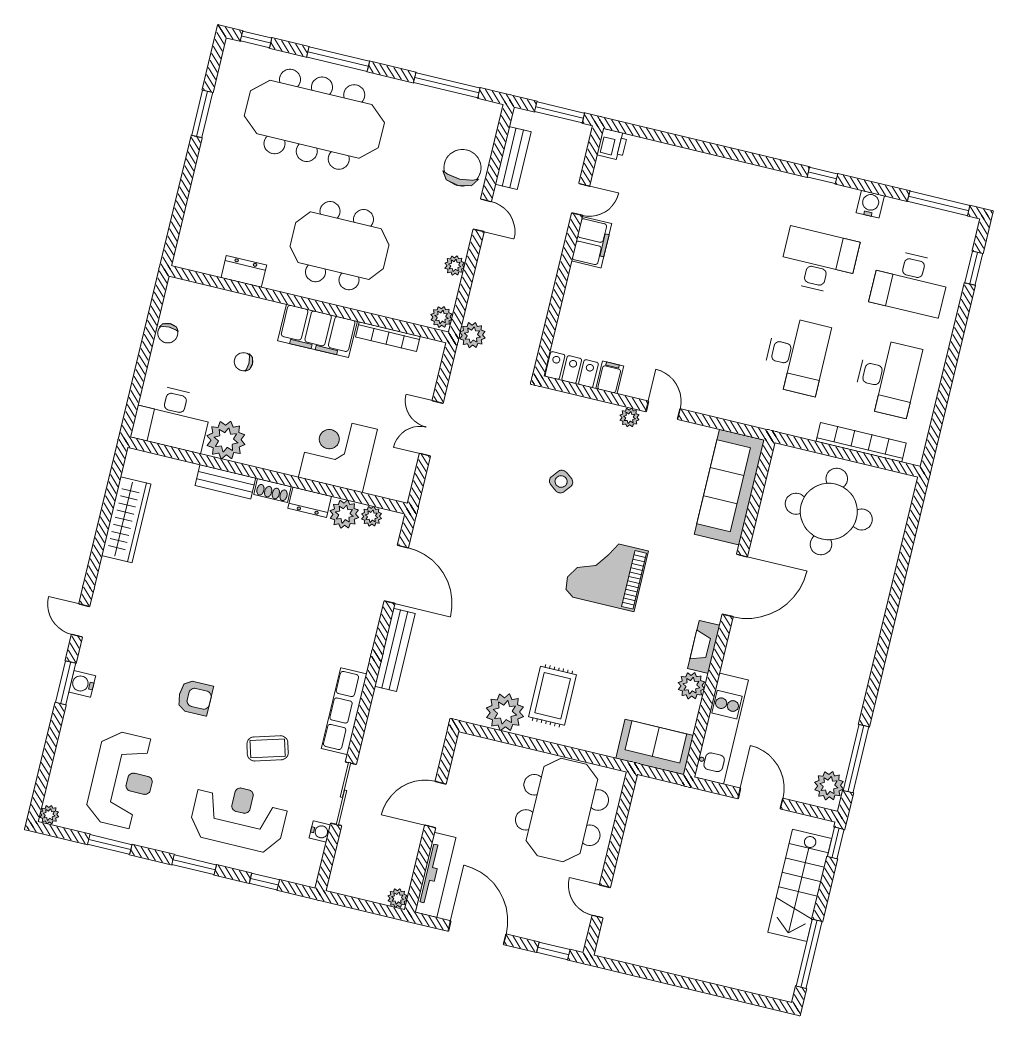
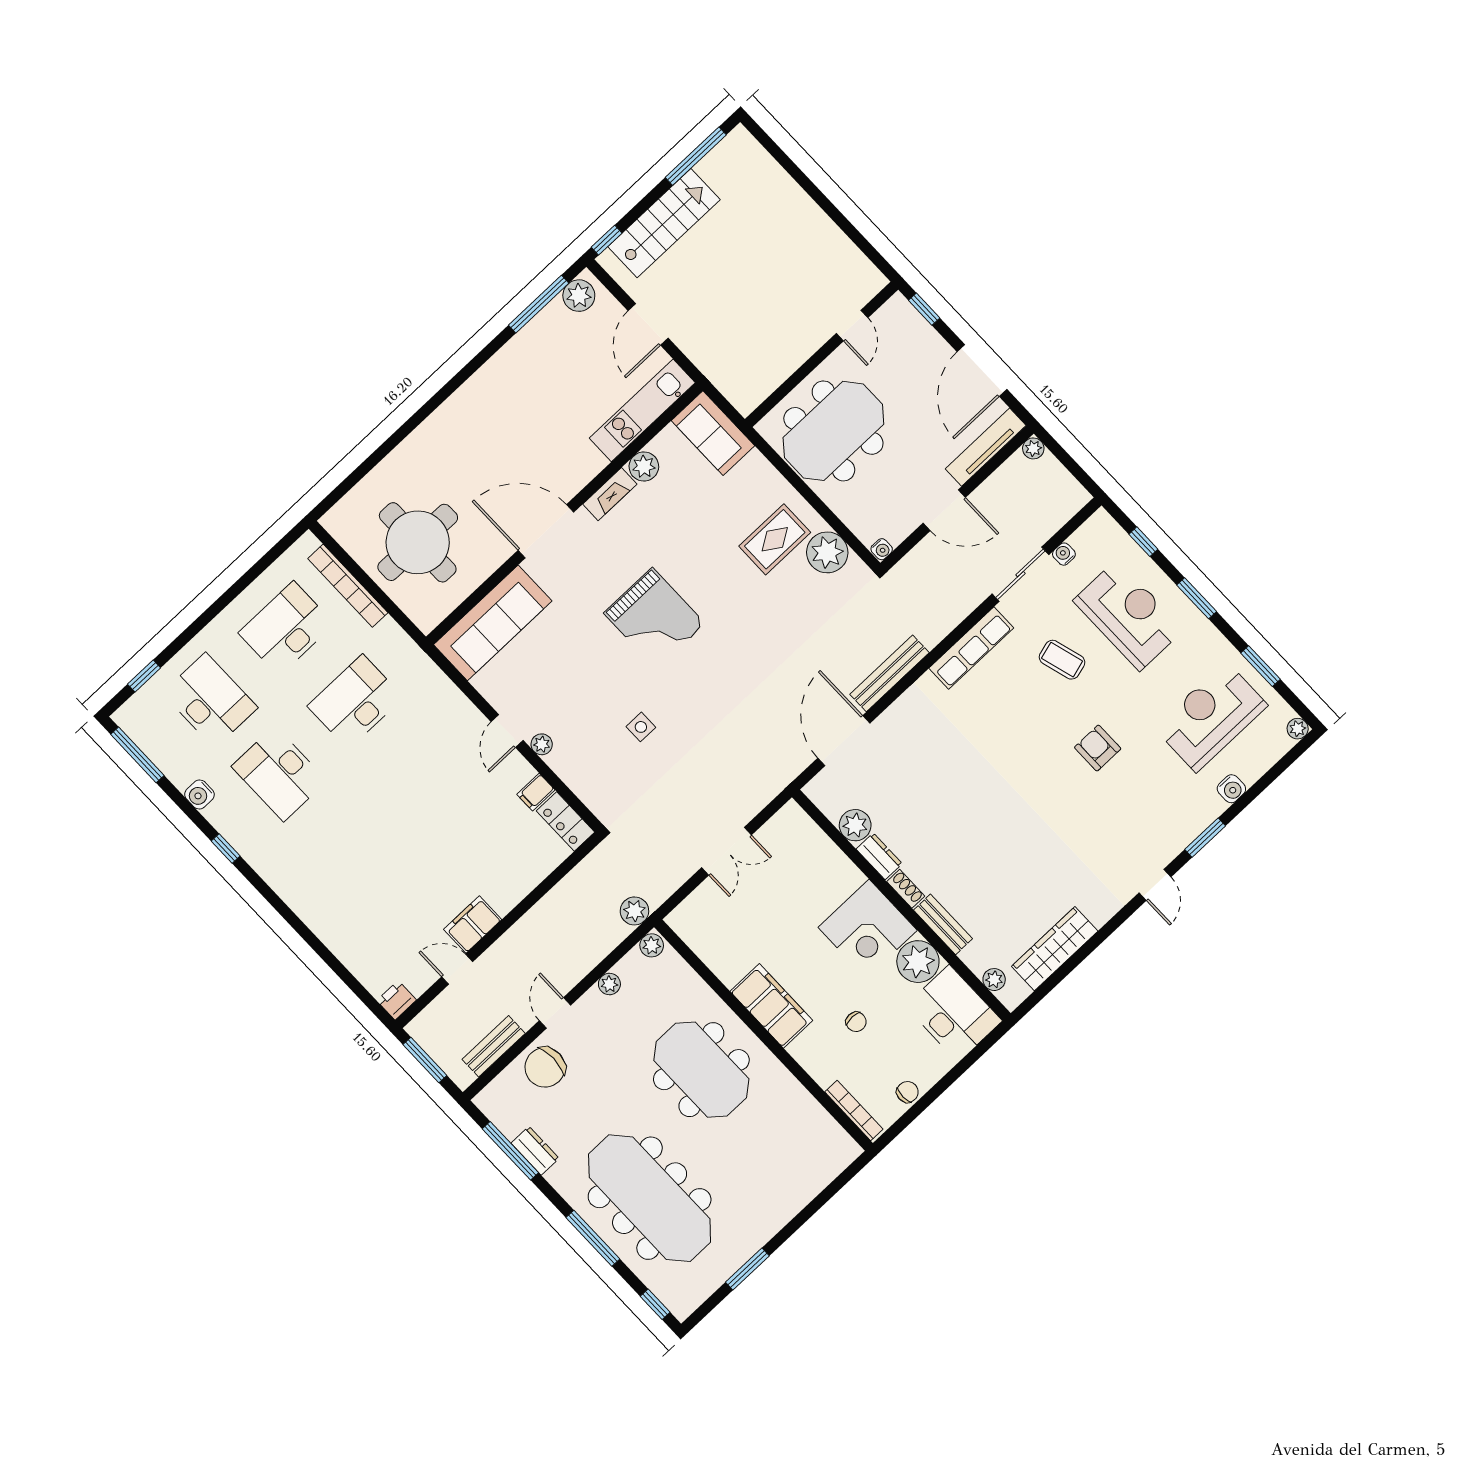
dresser: (244, 271) -> (535, 1151), moved, turned 180
bookcase: (388, 337) -> (854, 1110), moved
corner desk: (338, 453) -> (868, 929), moved
side table: (561, 482) -> (641, 727), turned -38
plant: (372, 516) -> (994, 980), moved
water cooler: (82, 684) -> (1231, 789), moved
water cooler: (464, 742) -> (882, 549), added
reception desk: (239, 817) -> (1128, 615), turned 180

